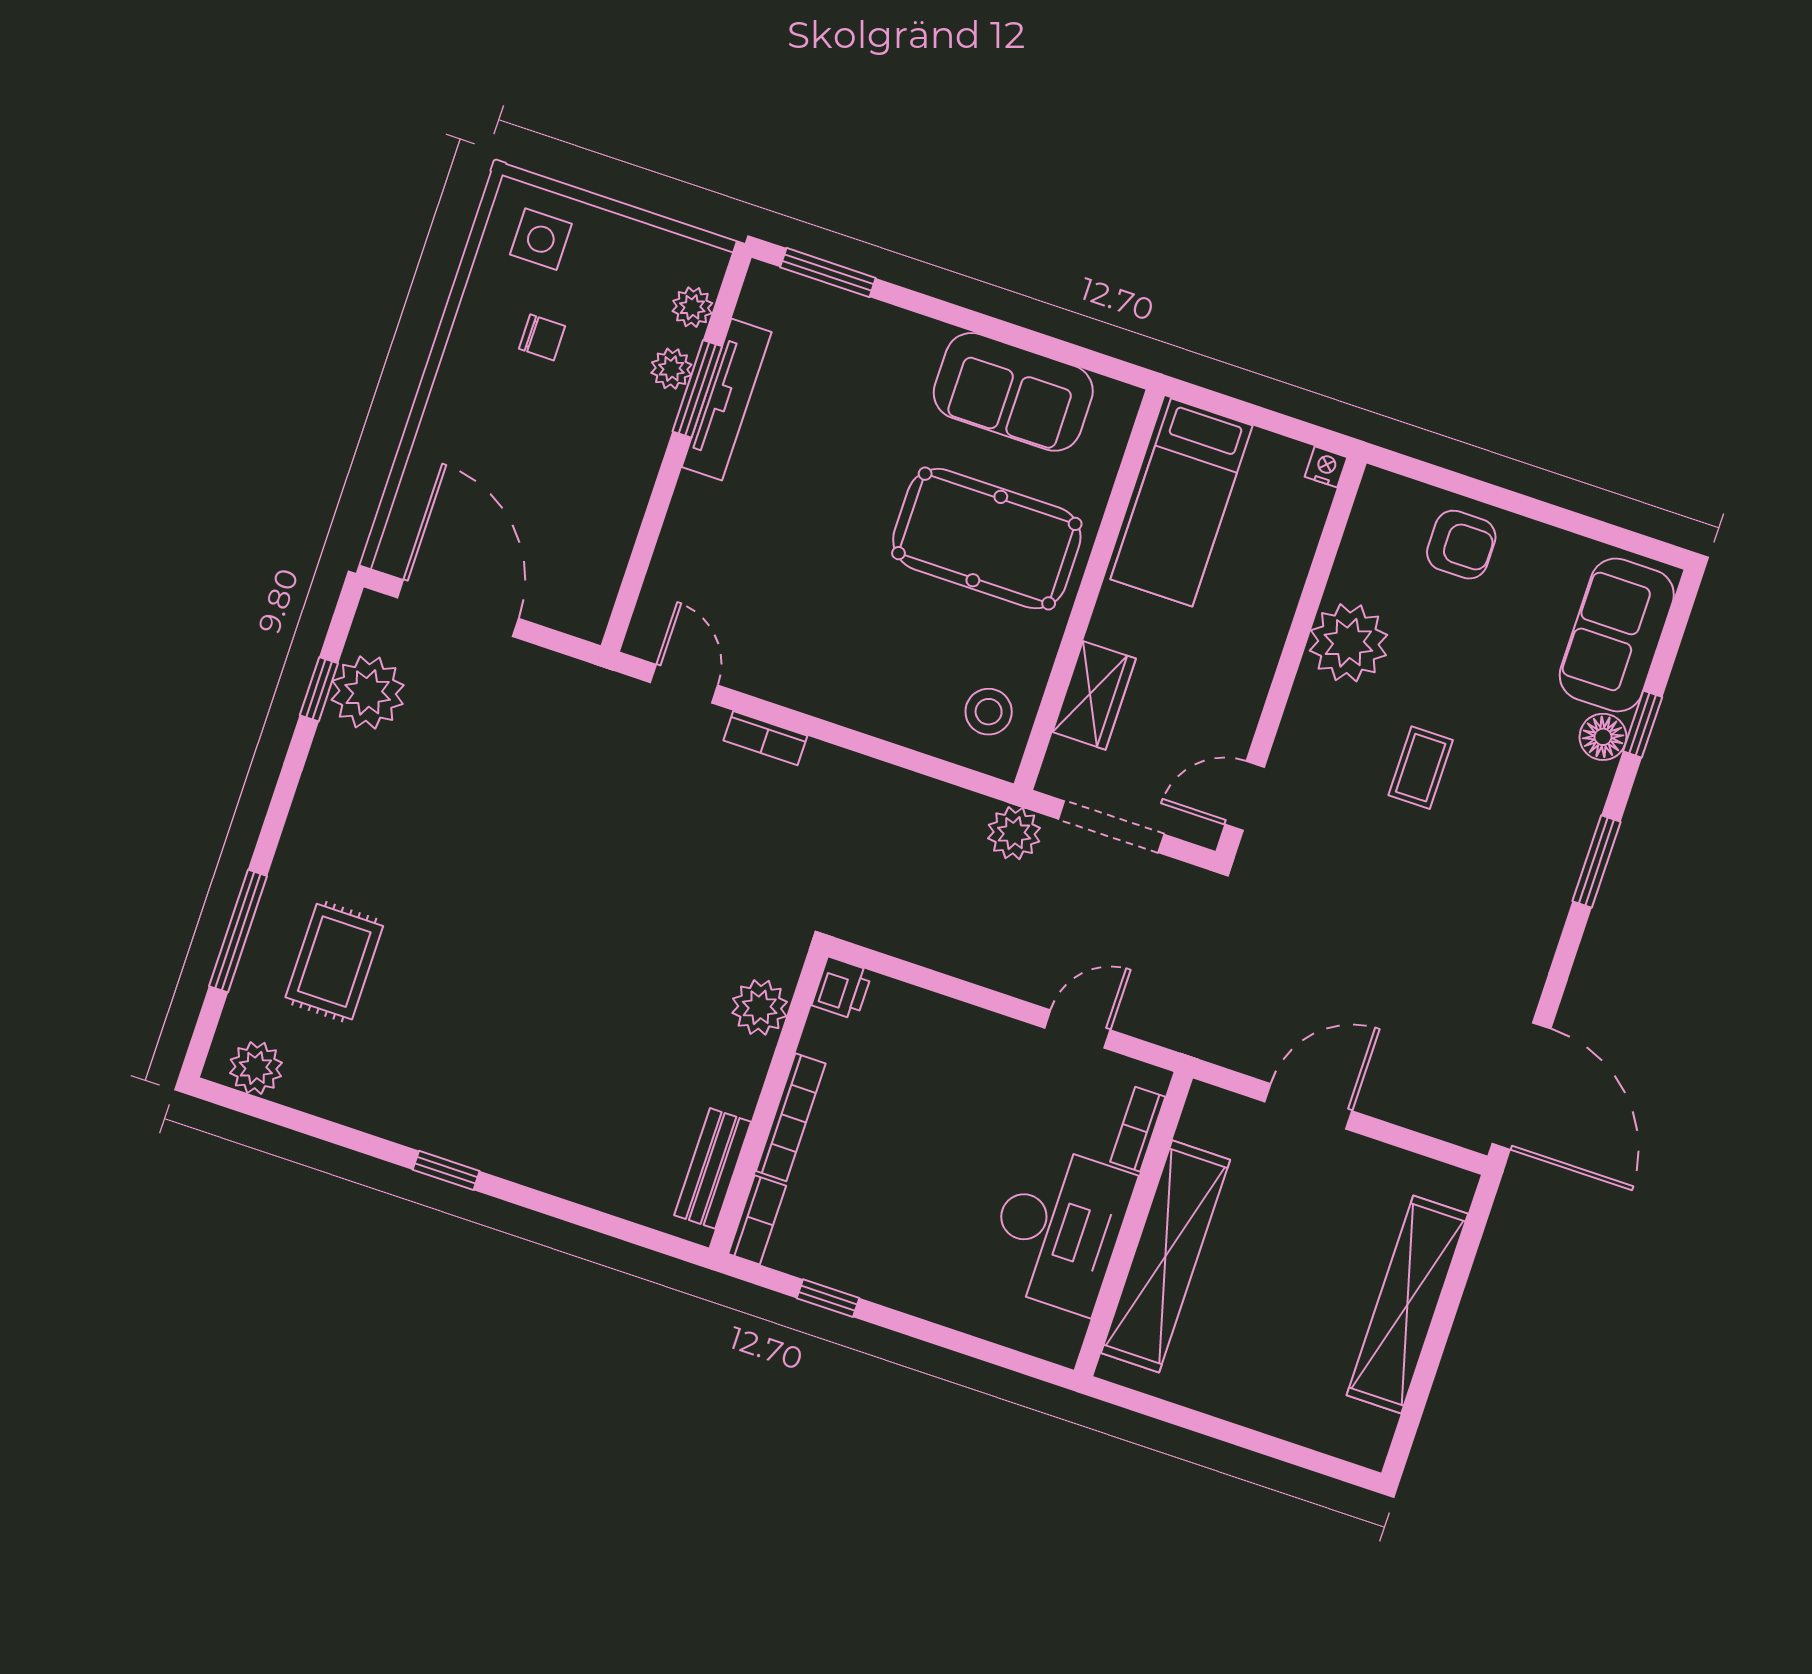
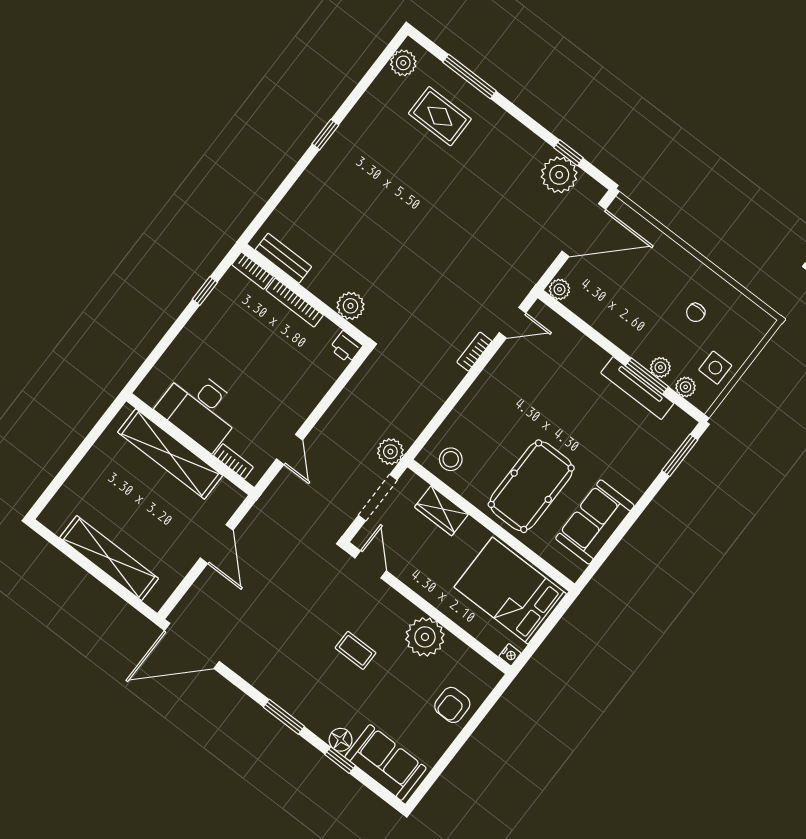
side table: (541, 239) -> (715, 368), moved
bed: (1182, 502) -> (510, 591), width x1.50
plant: (588, 615) -> (559, 289), added

